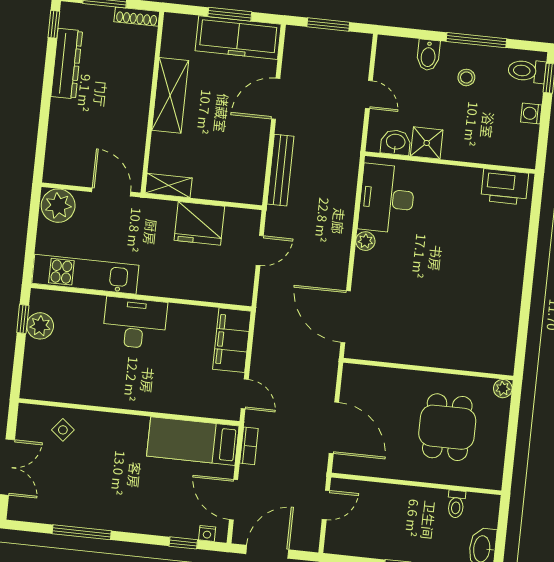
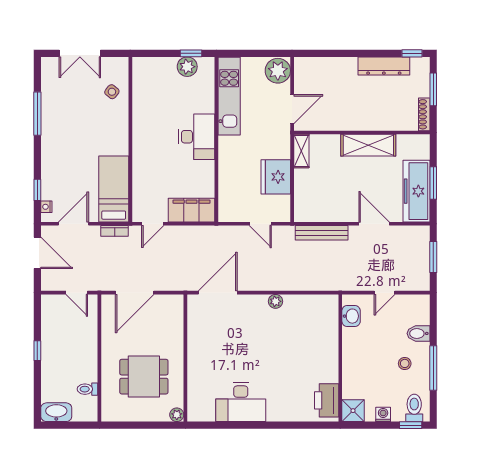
shower: (427, 143) -> (353, 411), moved
desk: (387, 198) -> (241, 402), moved, turned 180

